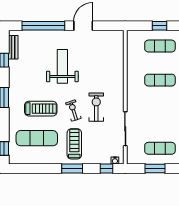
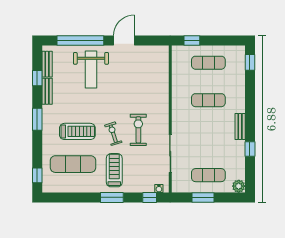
window: (159, 26) -> (192, 40), moved
weight bench: (62, 66) -> (91, 70), moved, turned 180
bench: (13, 72) -> (47, 91), added

